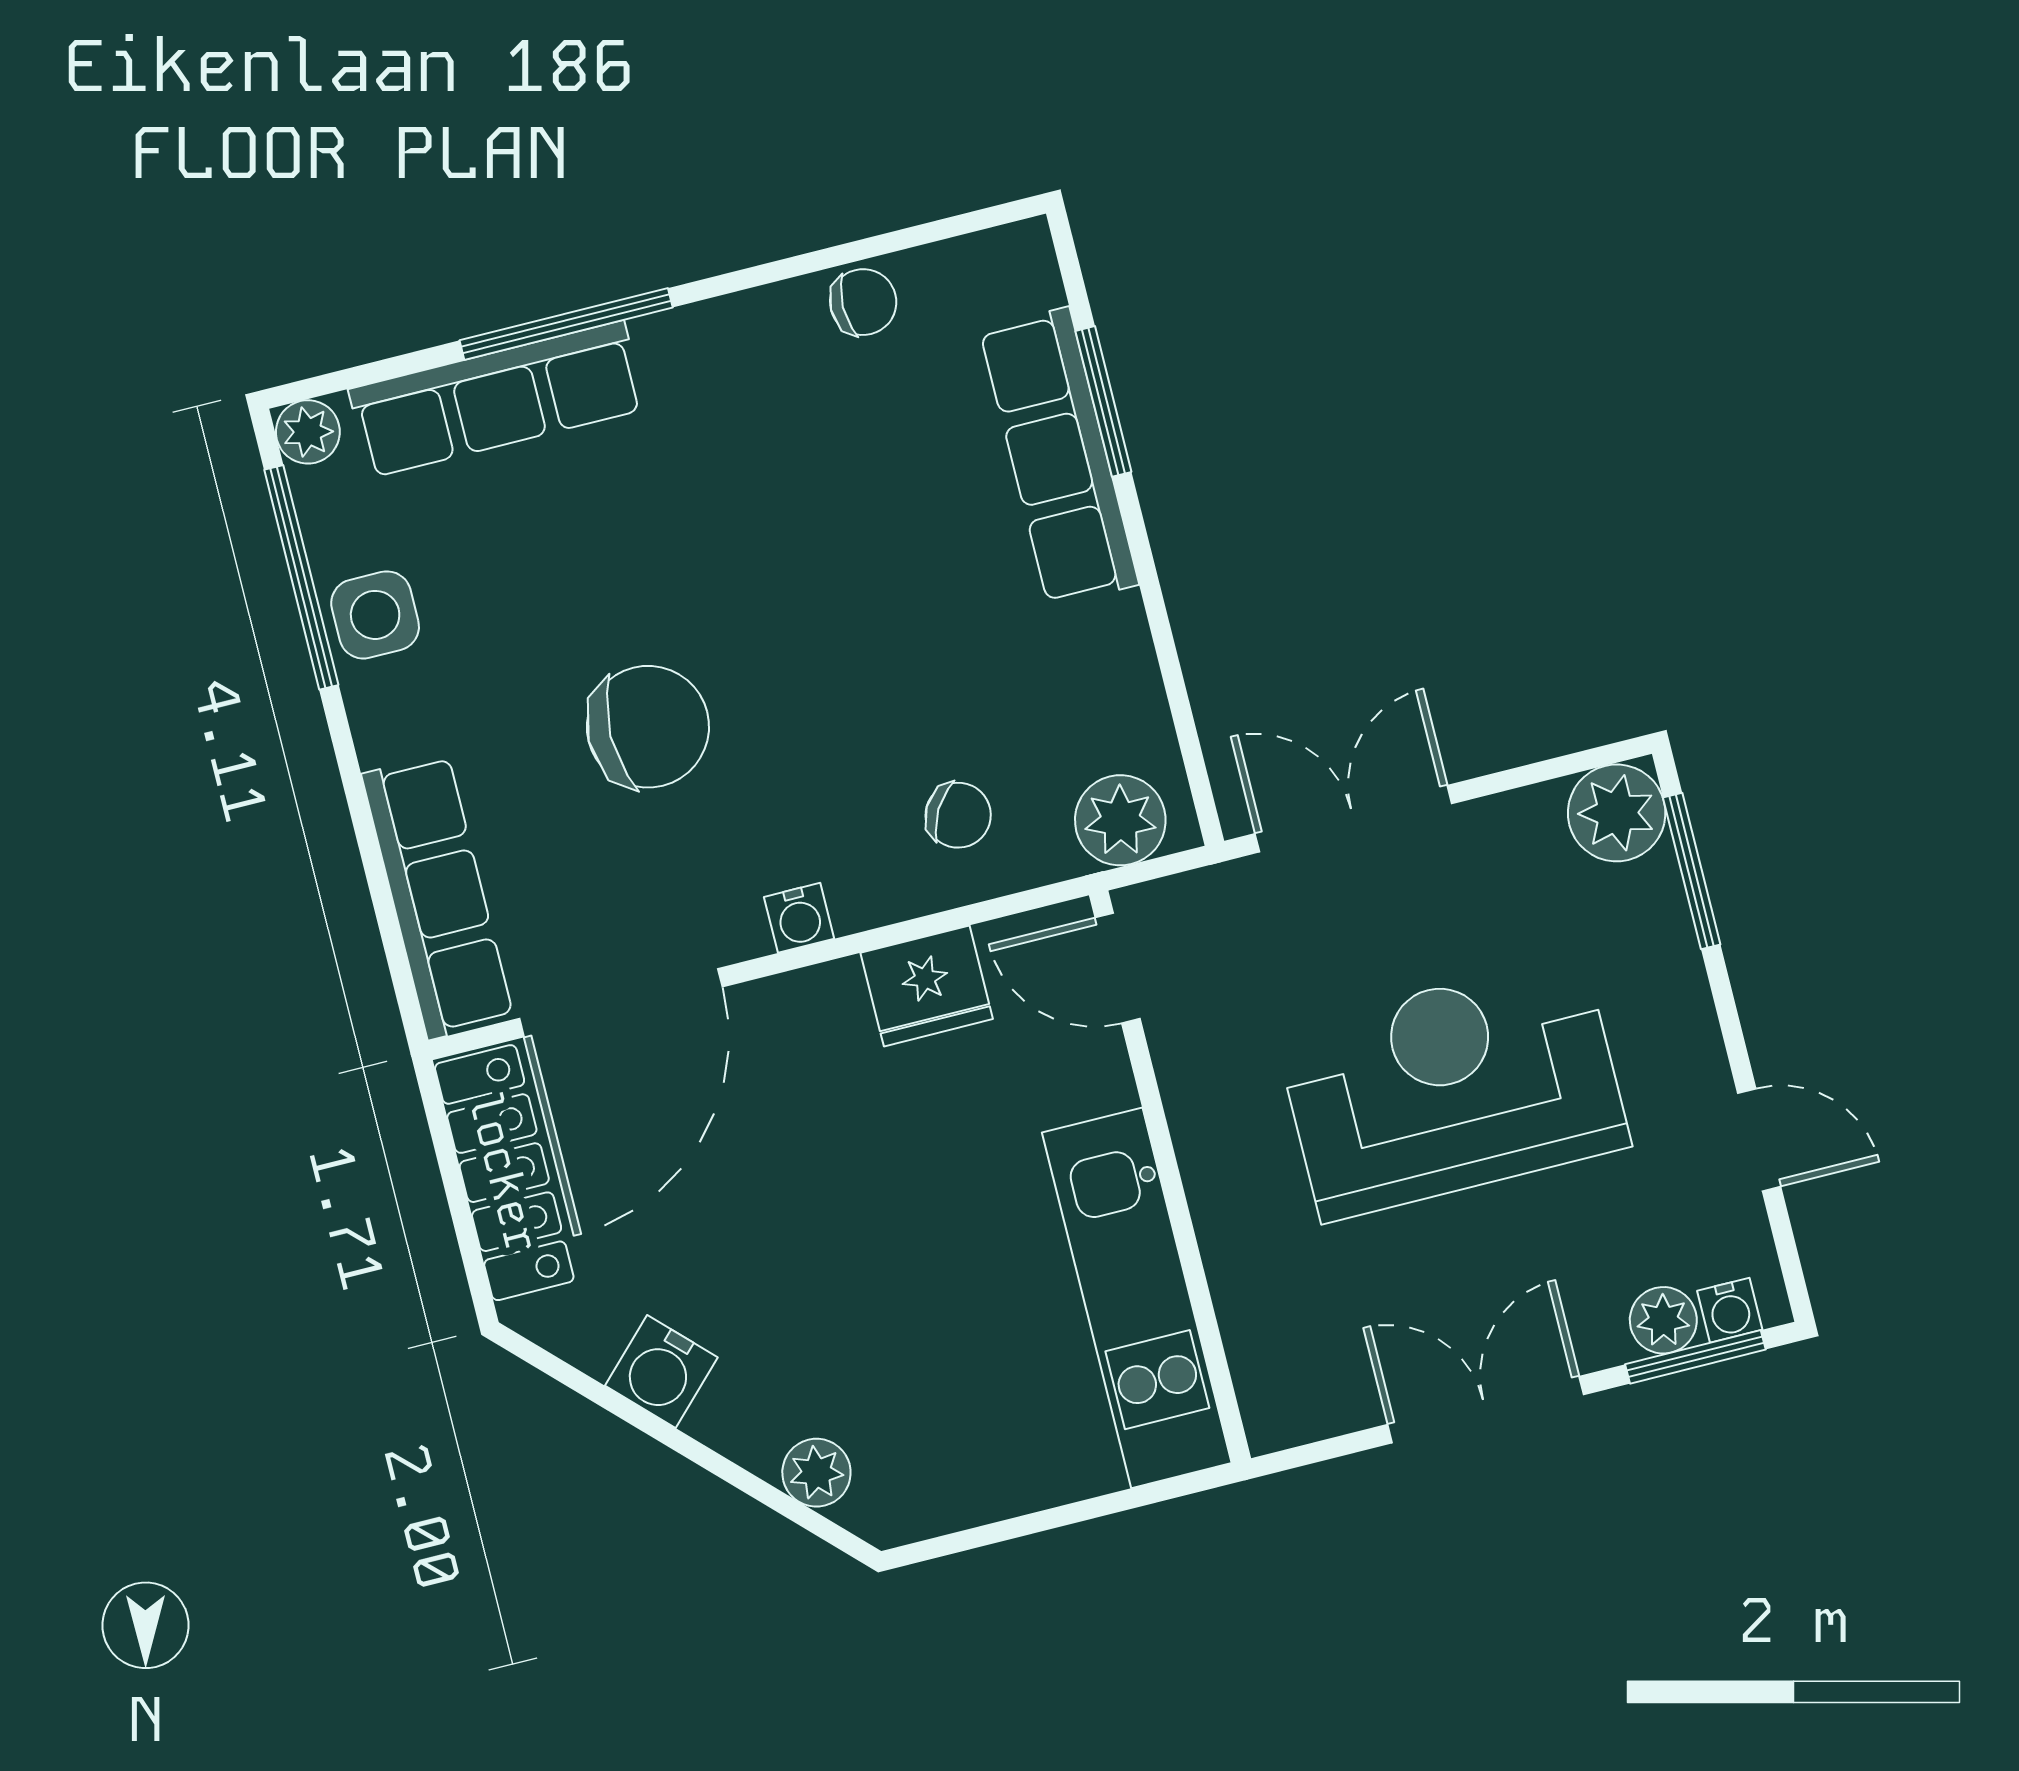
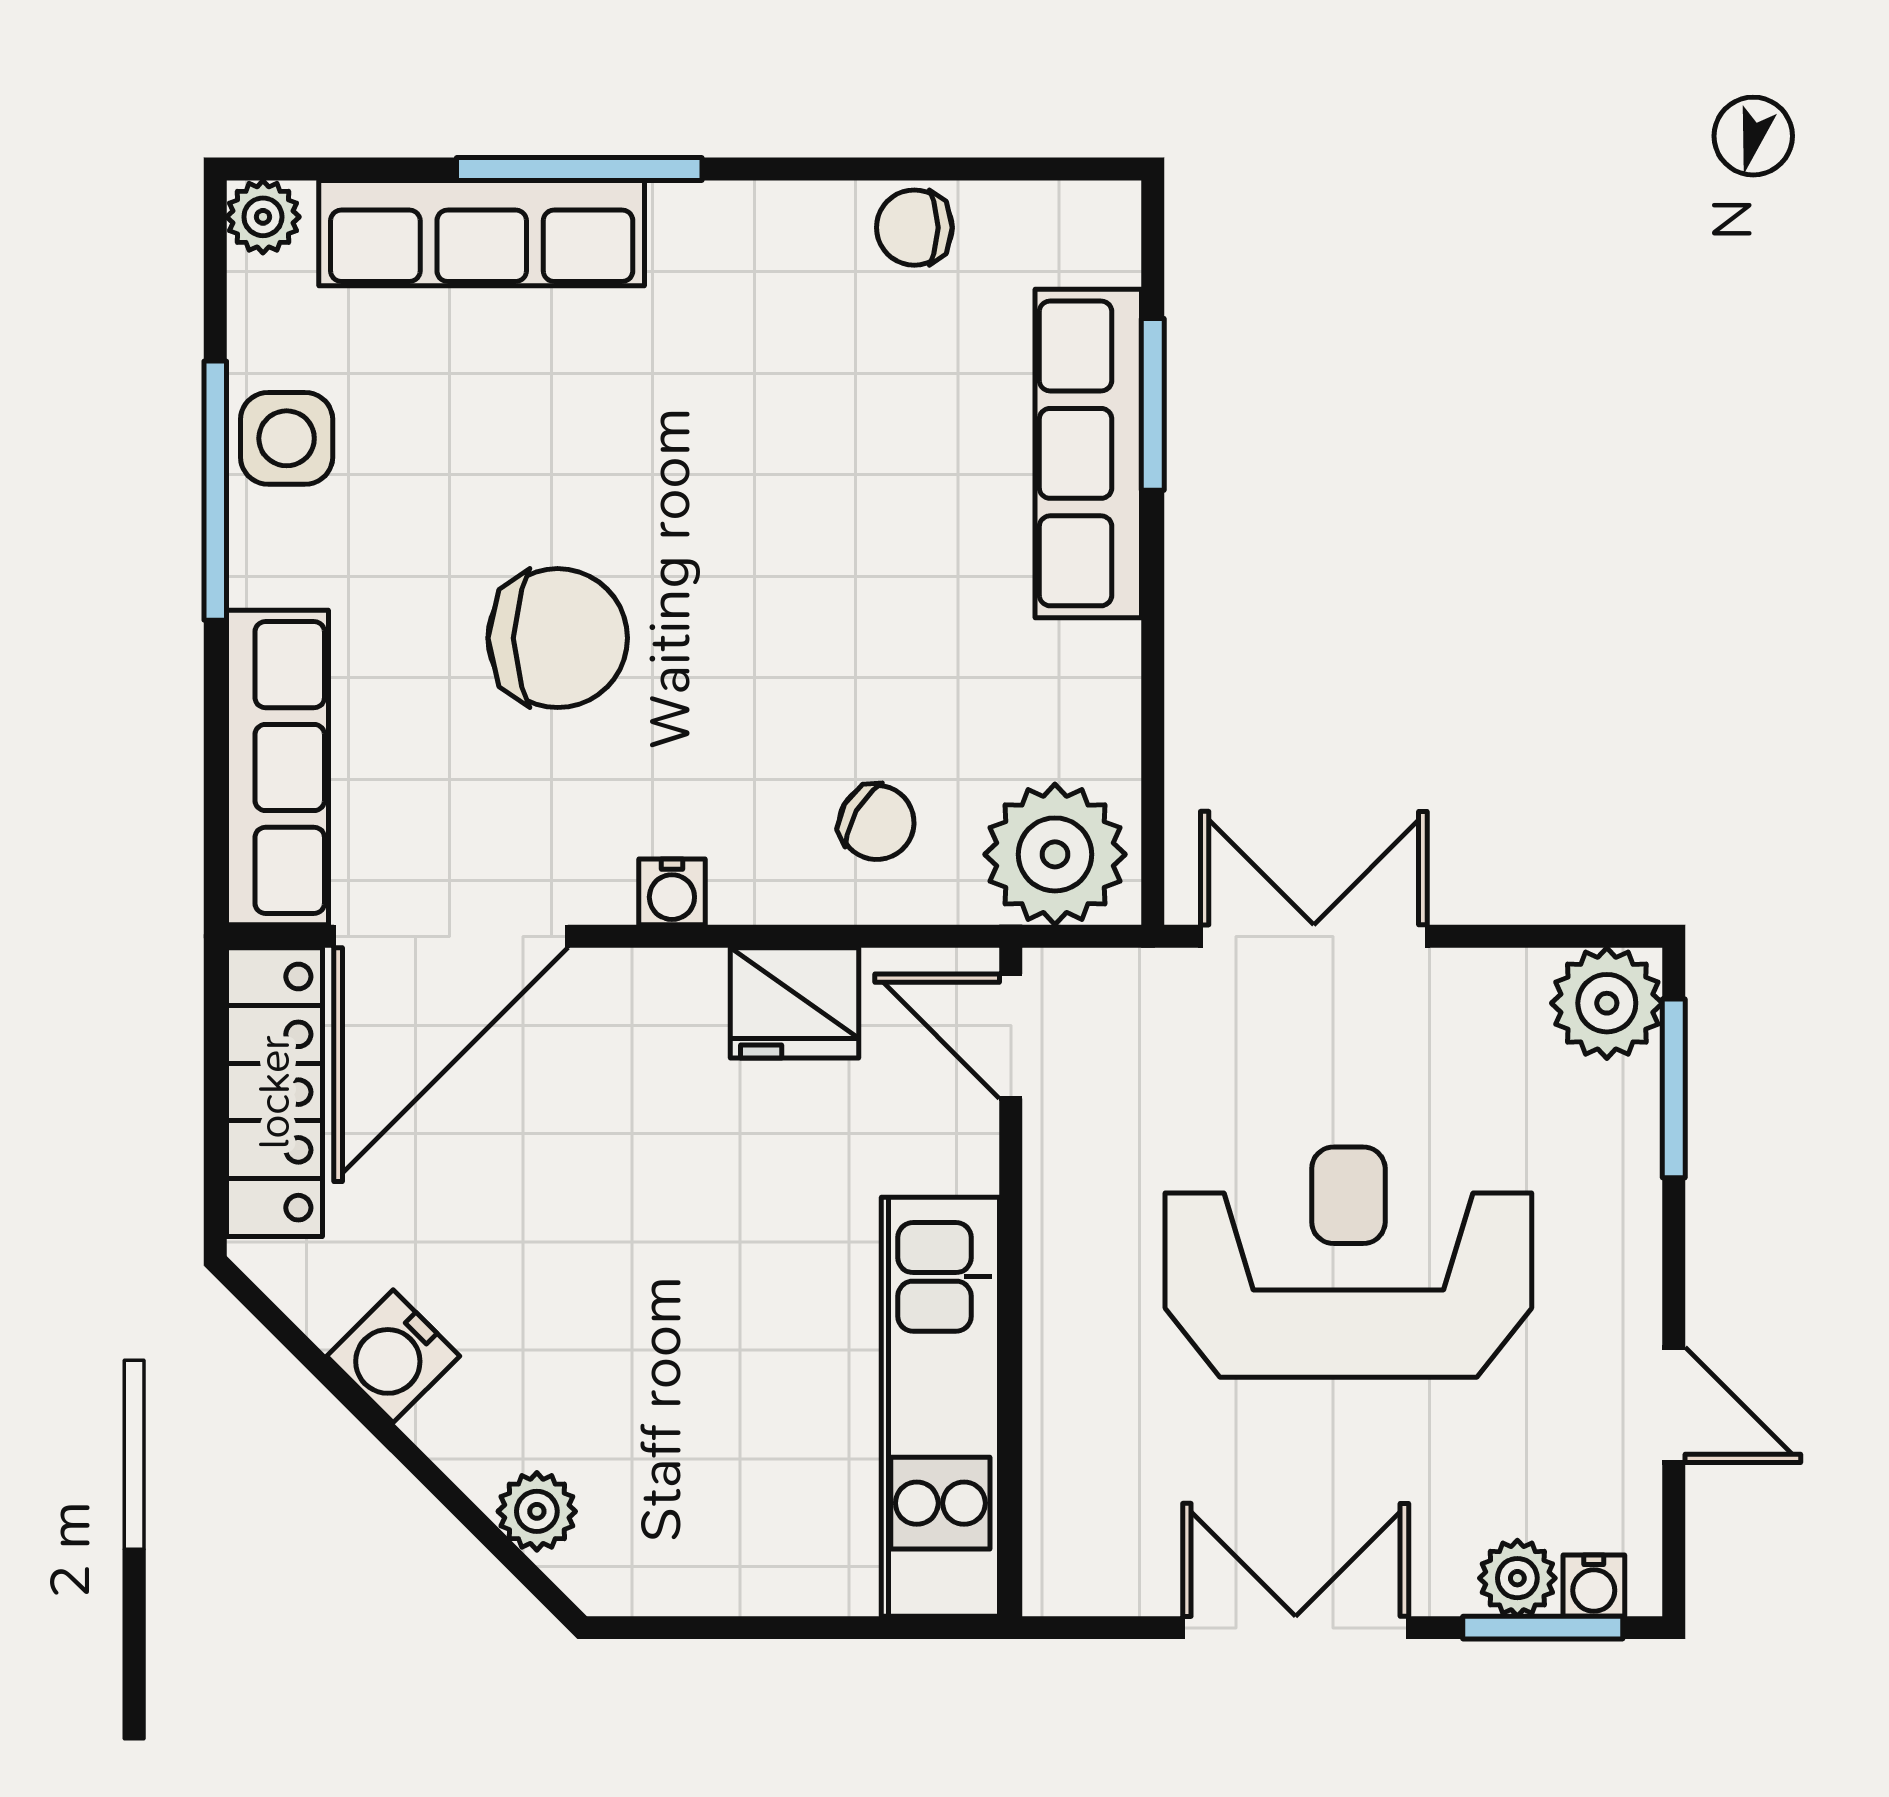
chair: (863, 302) -> (914, 228), turned 180
window: (301, 577) -> (215, 491), moved
plant: (1120, 820) -> (1055, 854), width x1.36, depth x1.36

